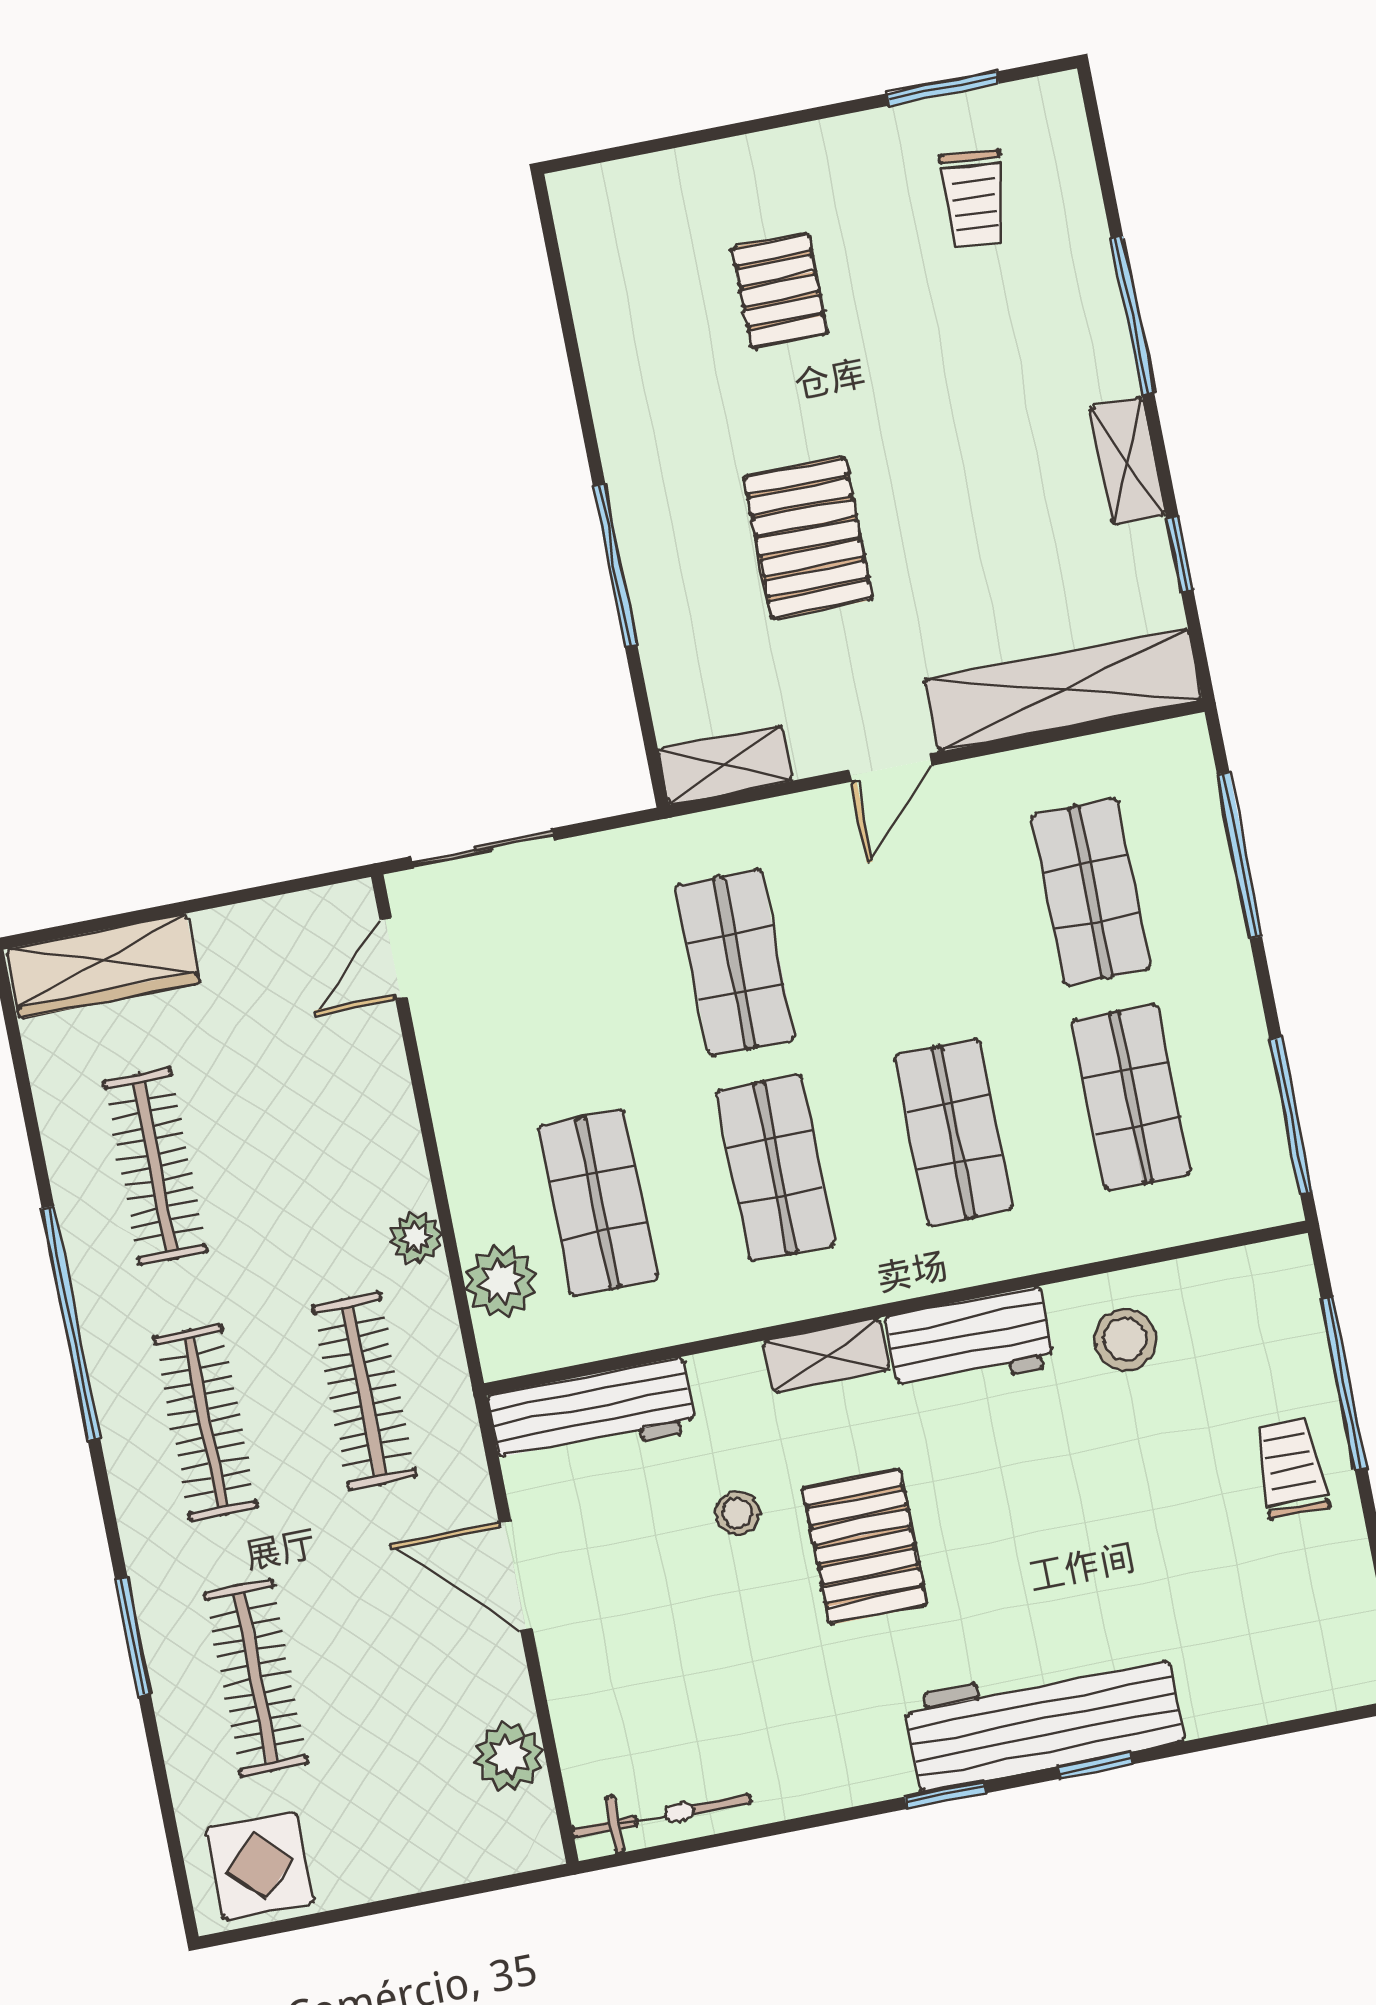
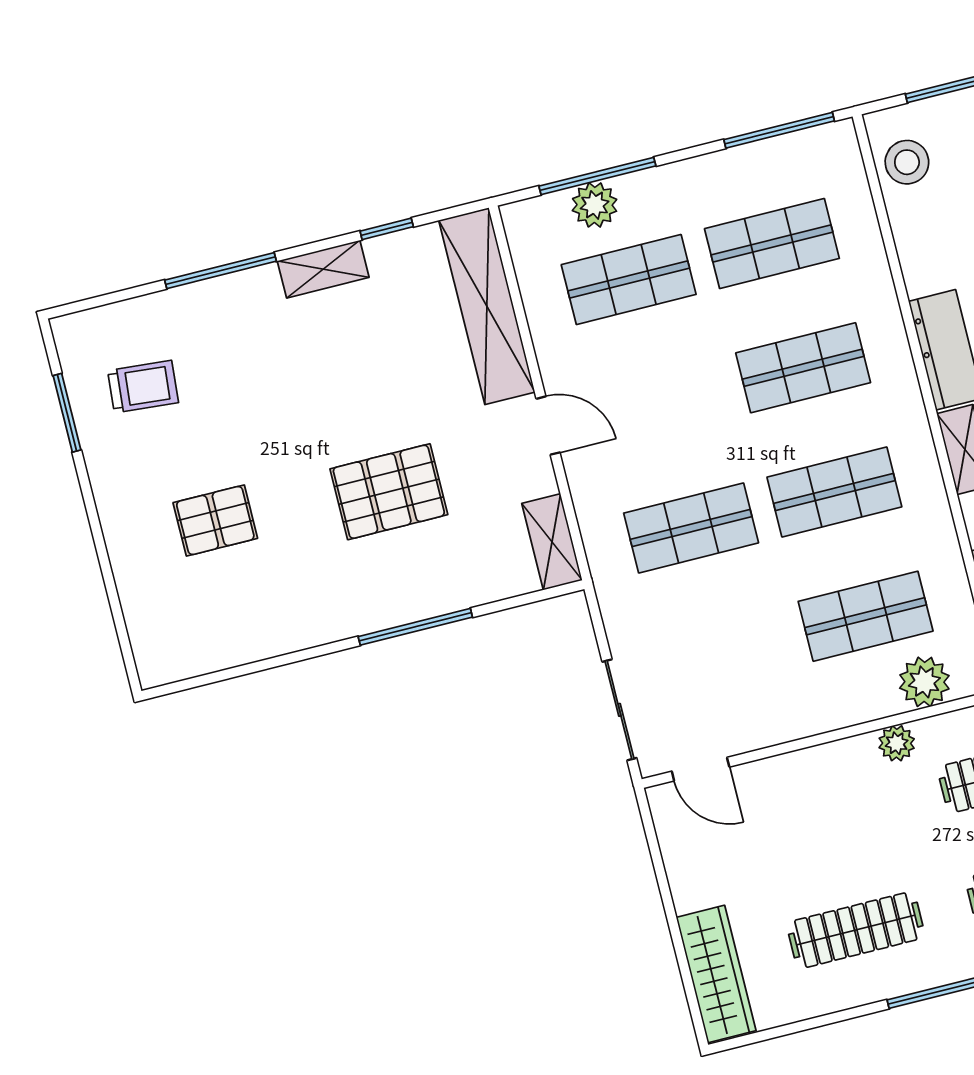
plant: (1199, 849) -> (595, 205), added
stool: (1125, 1340) -> (907, 162), moved

